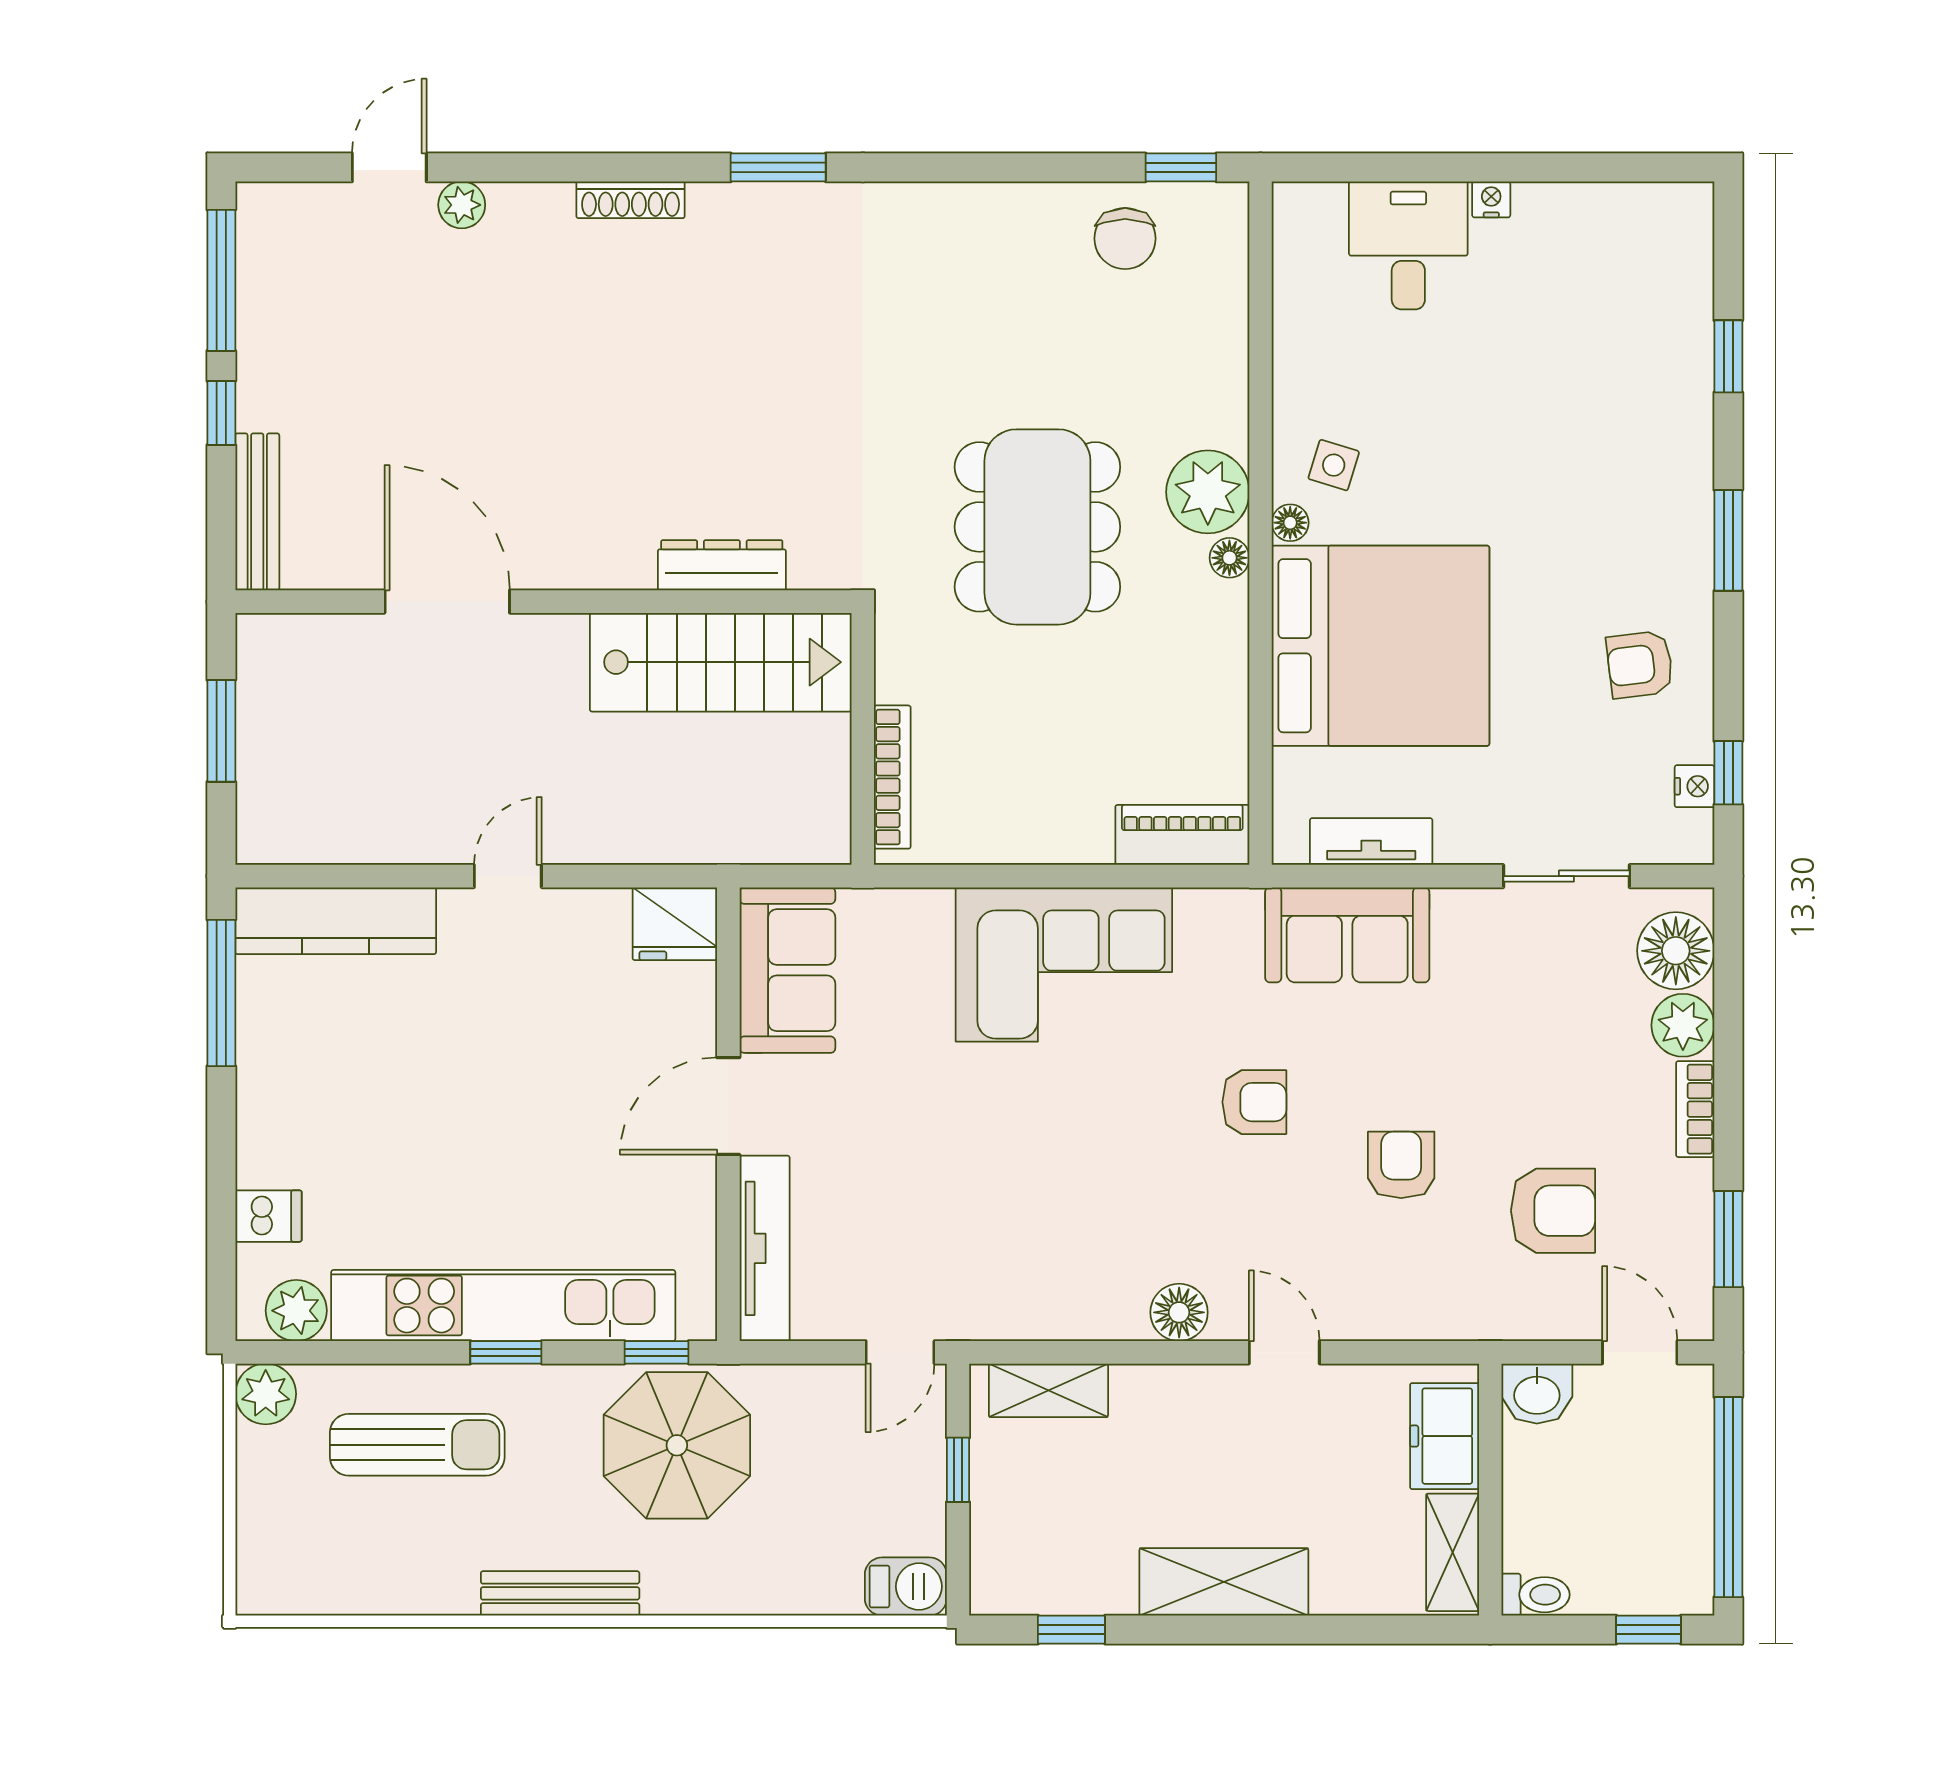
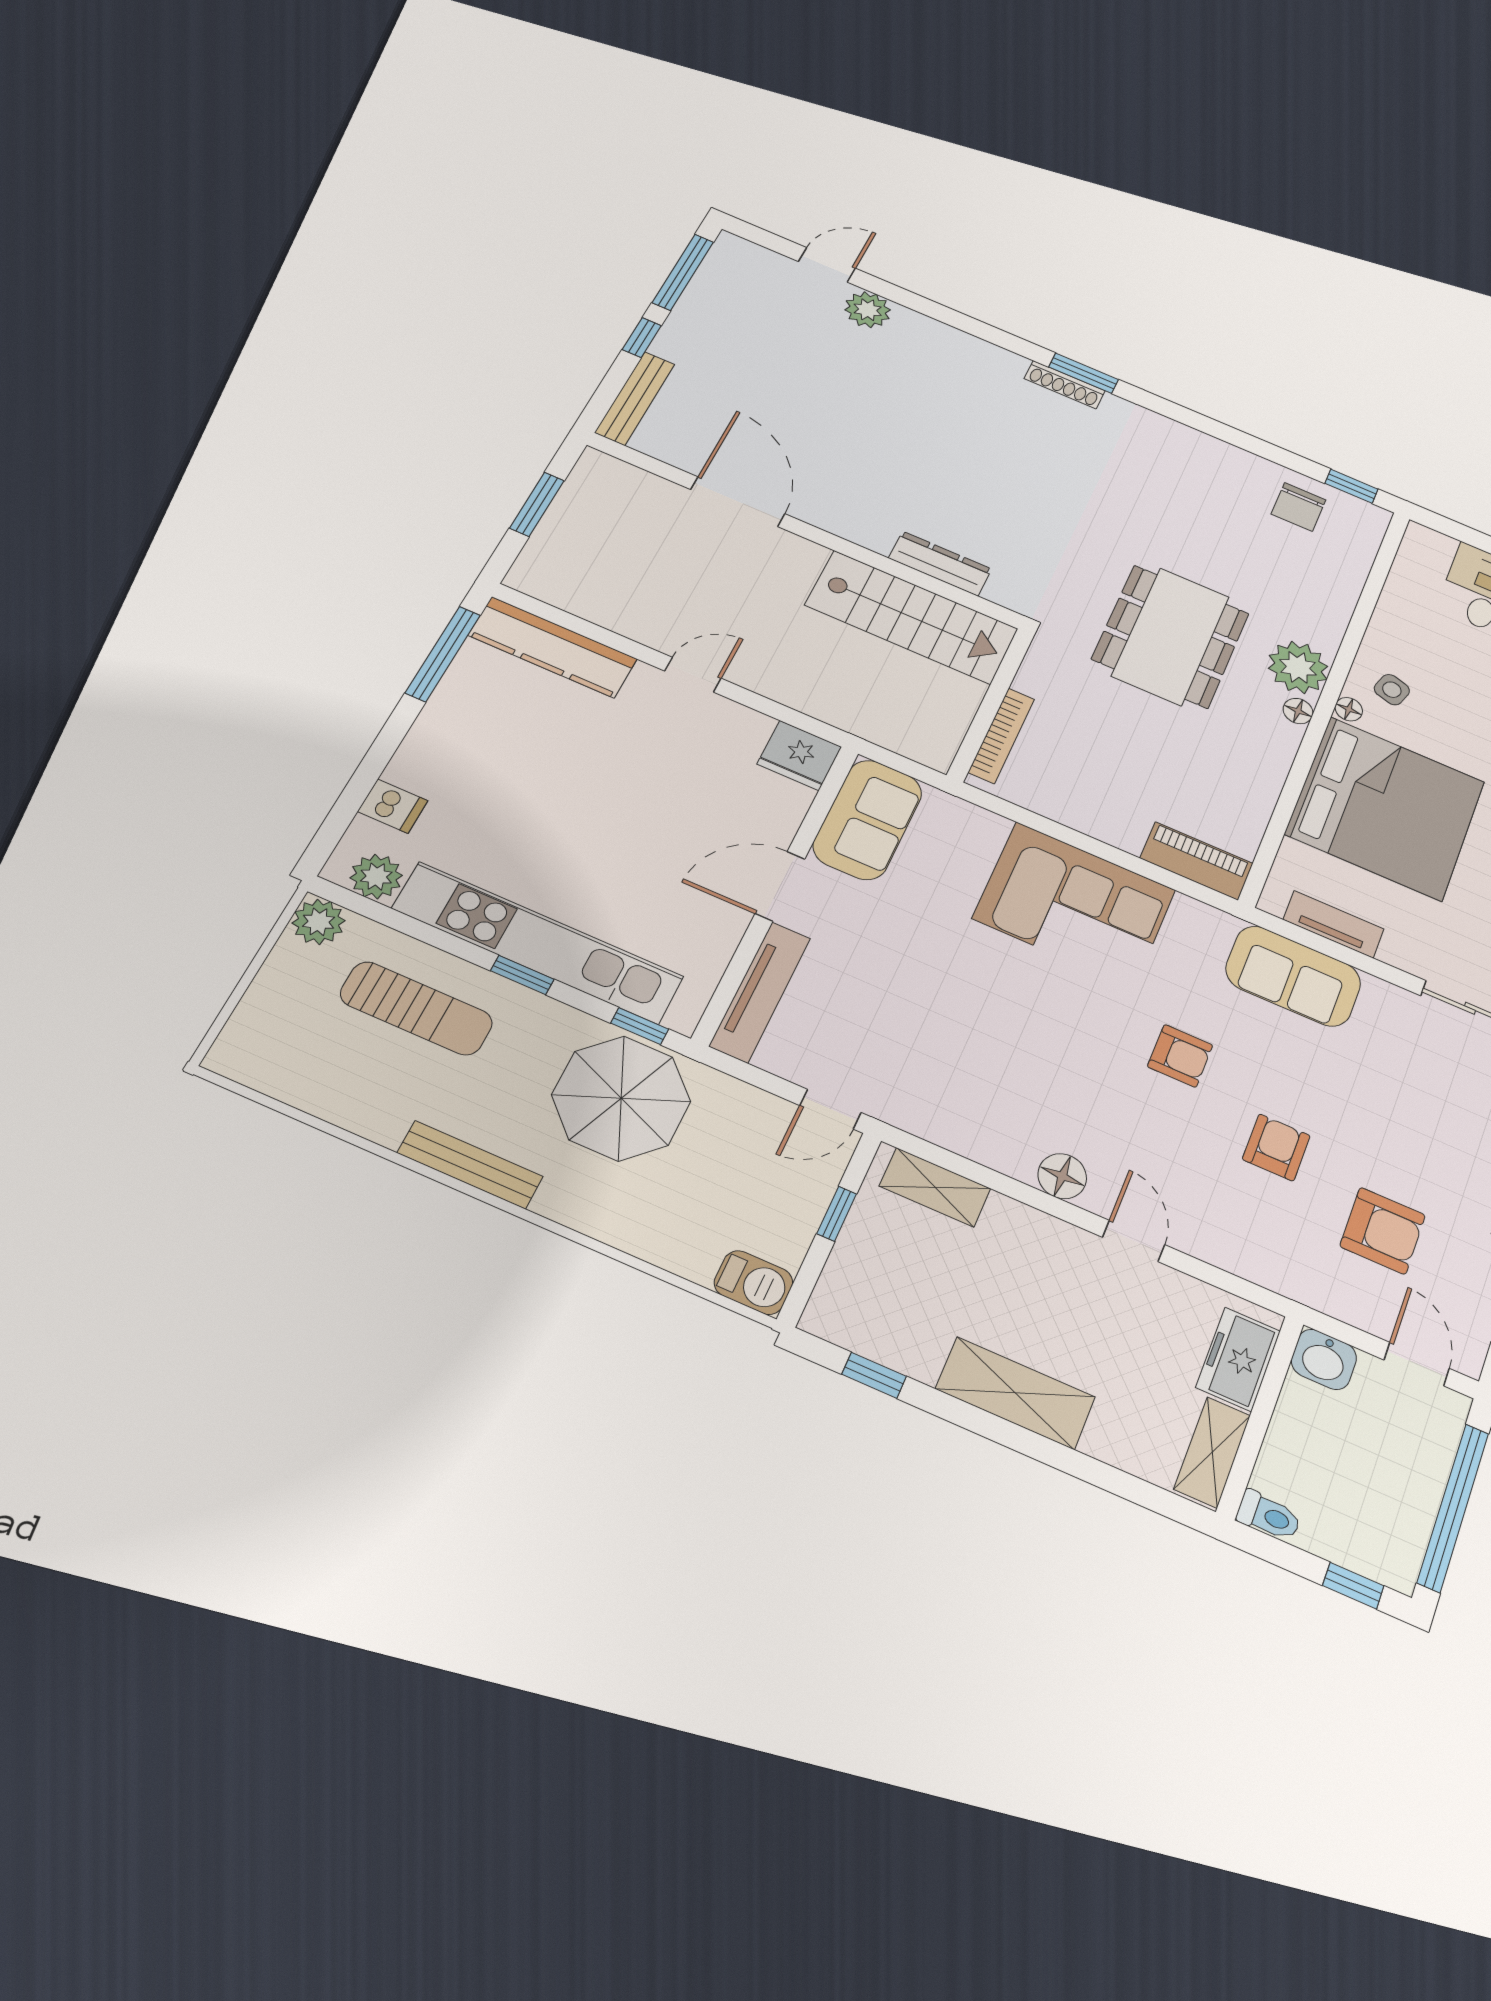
shoe rack: (631, 200) -> (1065, 385), moved
plant: (462, 205) -> (868, 310), width x1.38, depth x1.38

